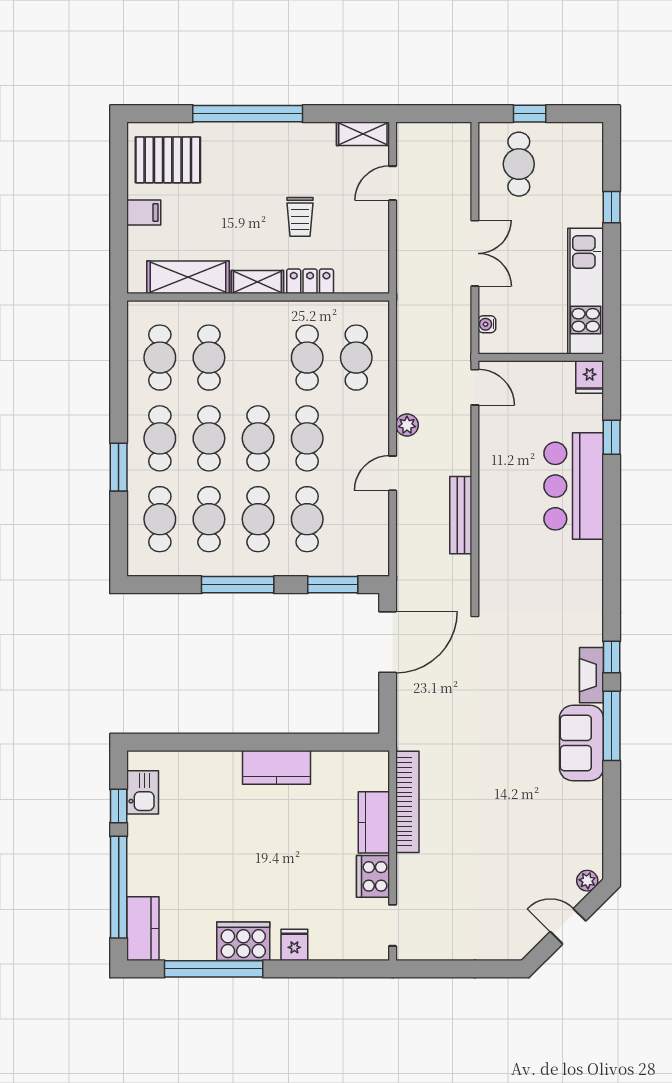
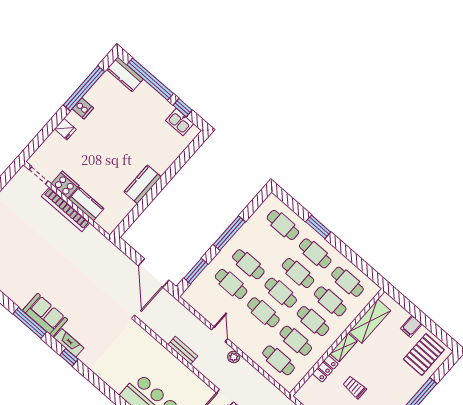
bench: (461, 515) -> (183, 350), width x0.73
cafe table: (209, 519) -> (313, 321), moved
window: (612, 726) -> (30, 323), moved
bookcase: (407, 802) -> (66, 210), moved
cooker: (243, 941) -> (83, 108), width x0.53, depth x0.76

